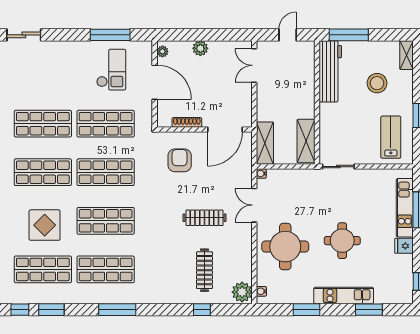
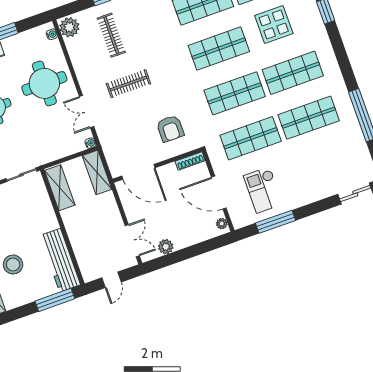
plant: (200, 48) -> (166, 247), moved
shoe rack: (187, 122) -> (190, 161), moved
door: (225, 130) -> (138, 172), swing flipped
double door: (254, 205) -> (87, 112), swing flipped

